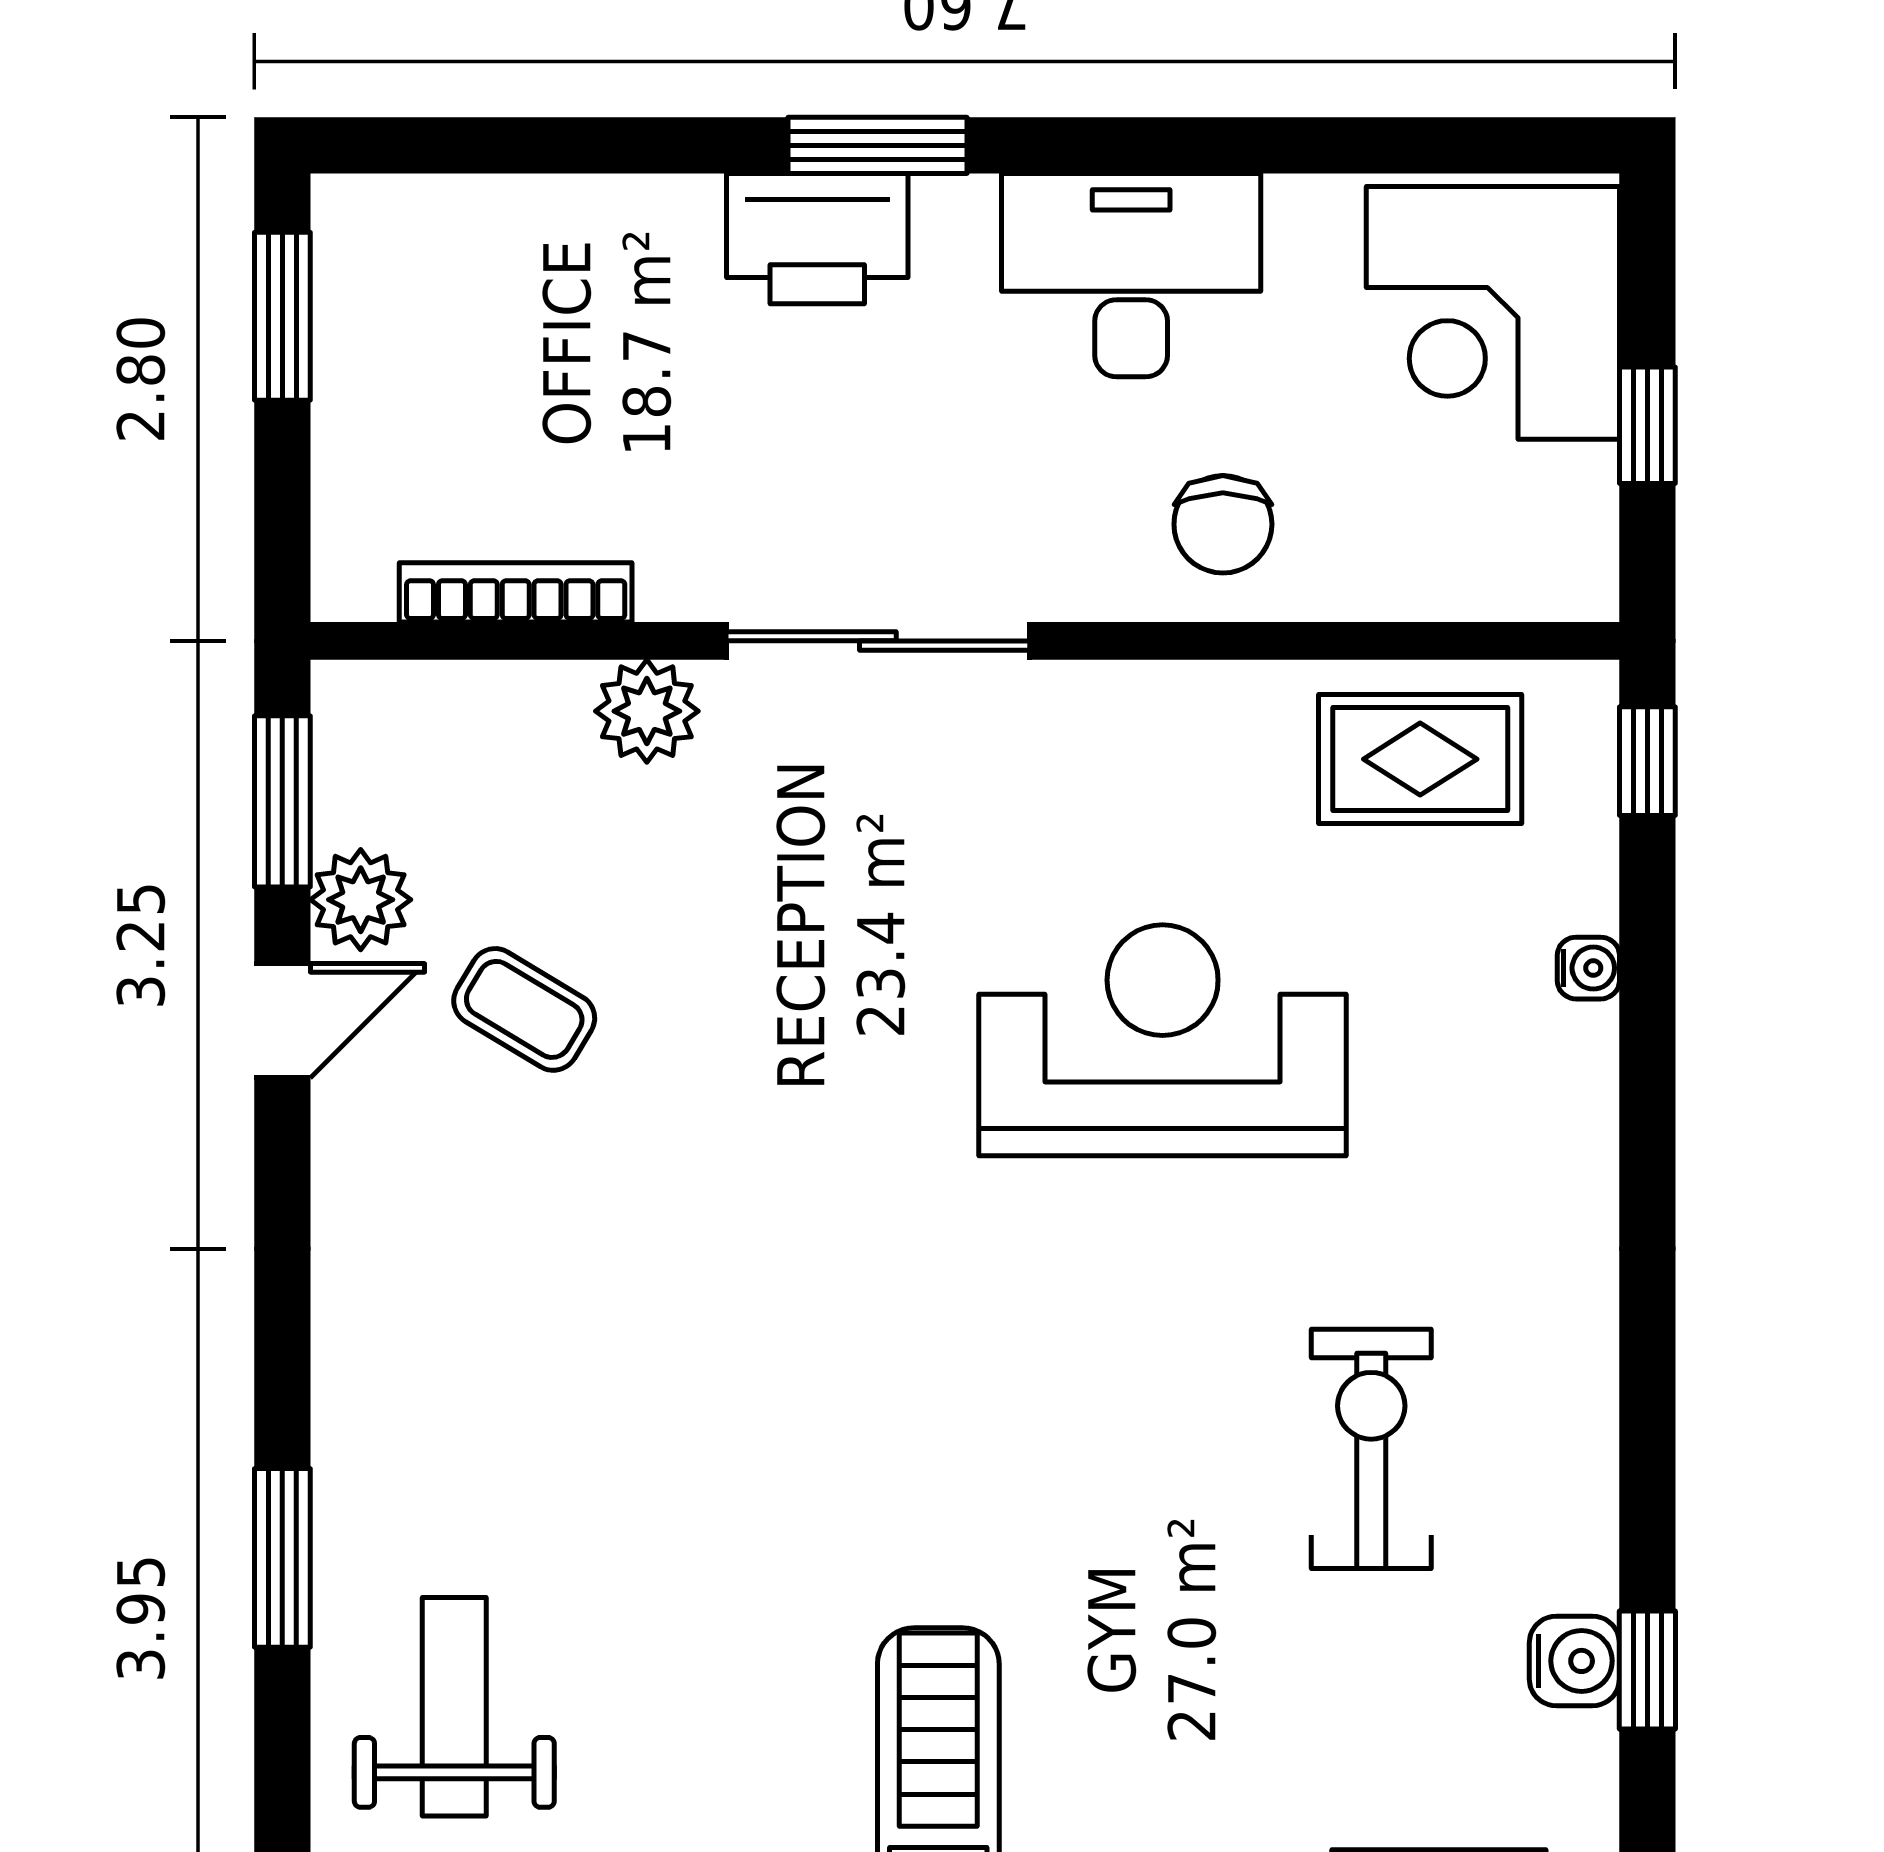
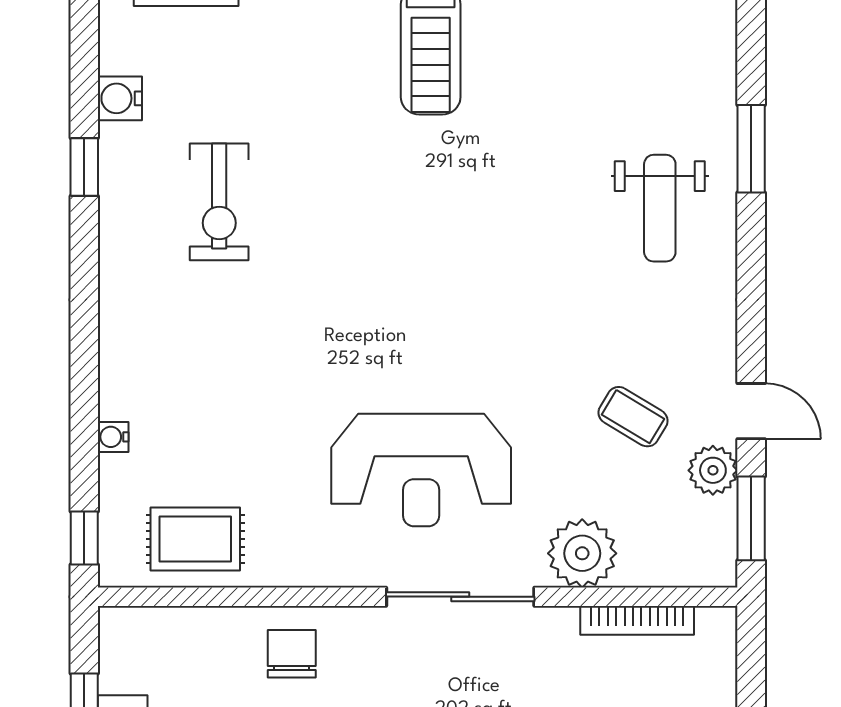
plant: (647, 711) -> (582, 553), width x1.36, depth x1.36
door: (282, 1021) -> (751, 411), swing flipped
reception desk: (1163, 1040) -> (421, 470), moved
window: (1647, 1670) -> (84, 167), moved
weight bench: (454, 1707) -> (660, 208), moved

